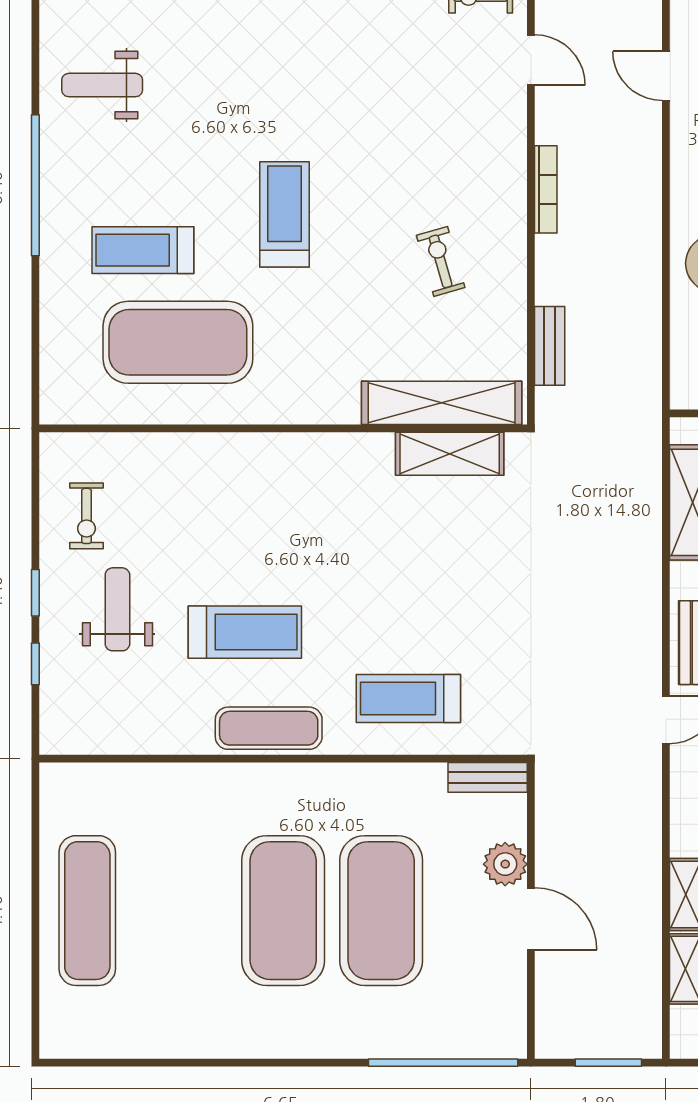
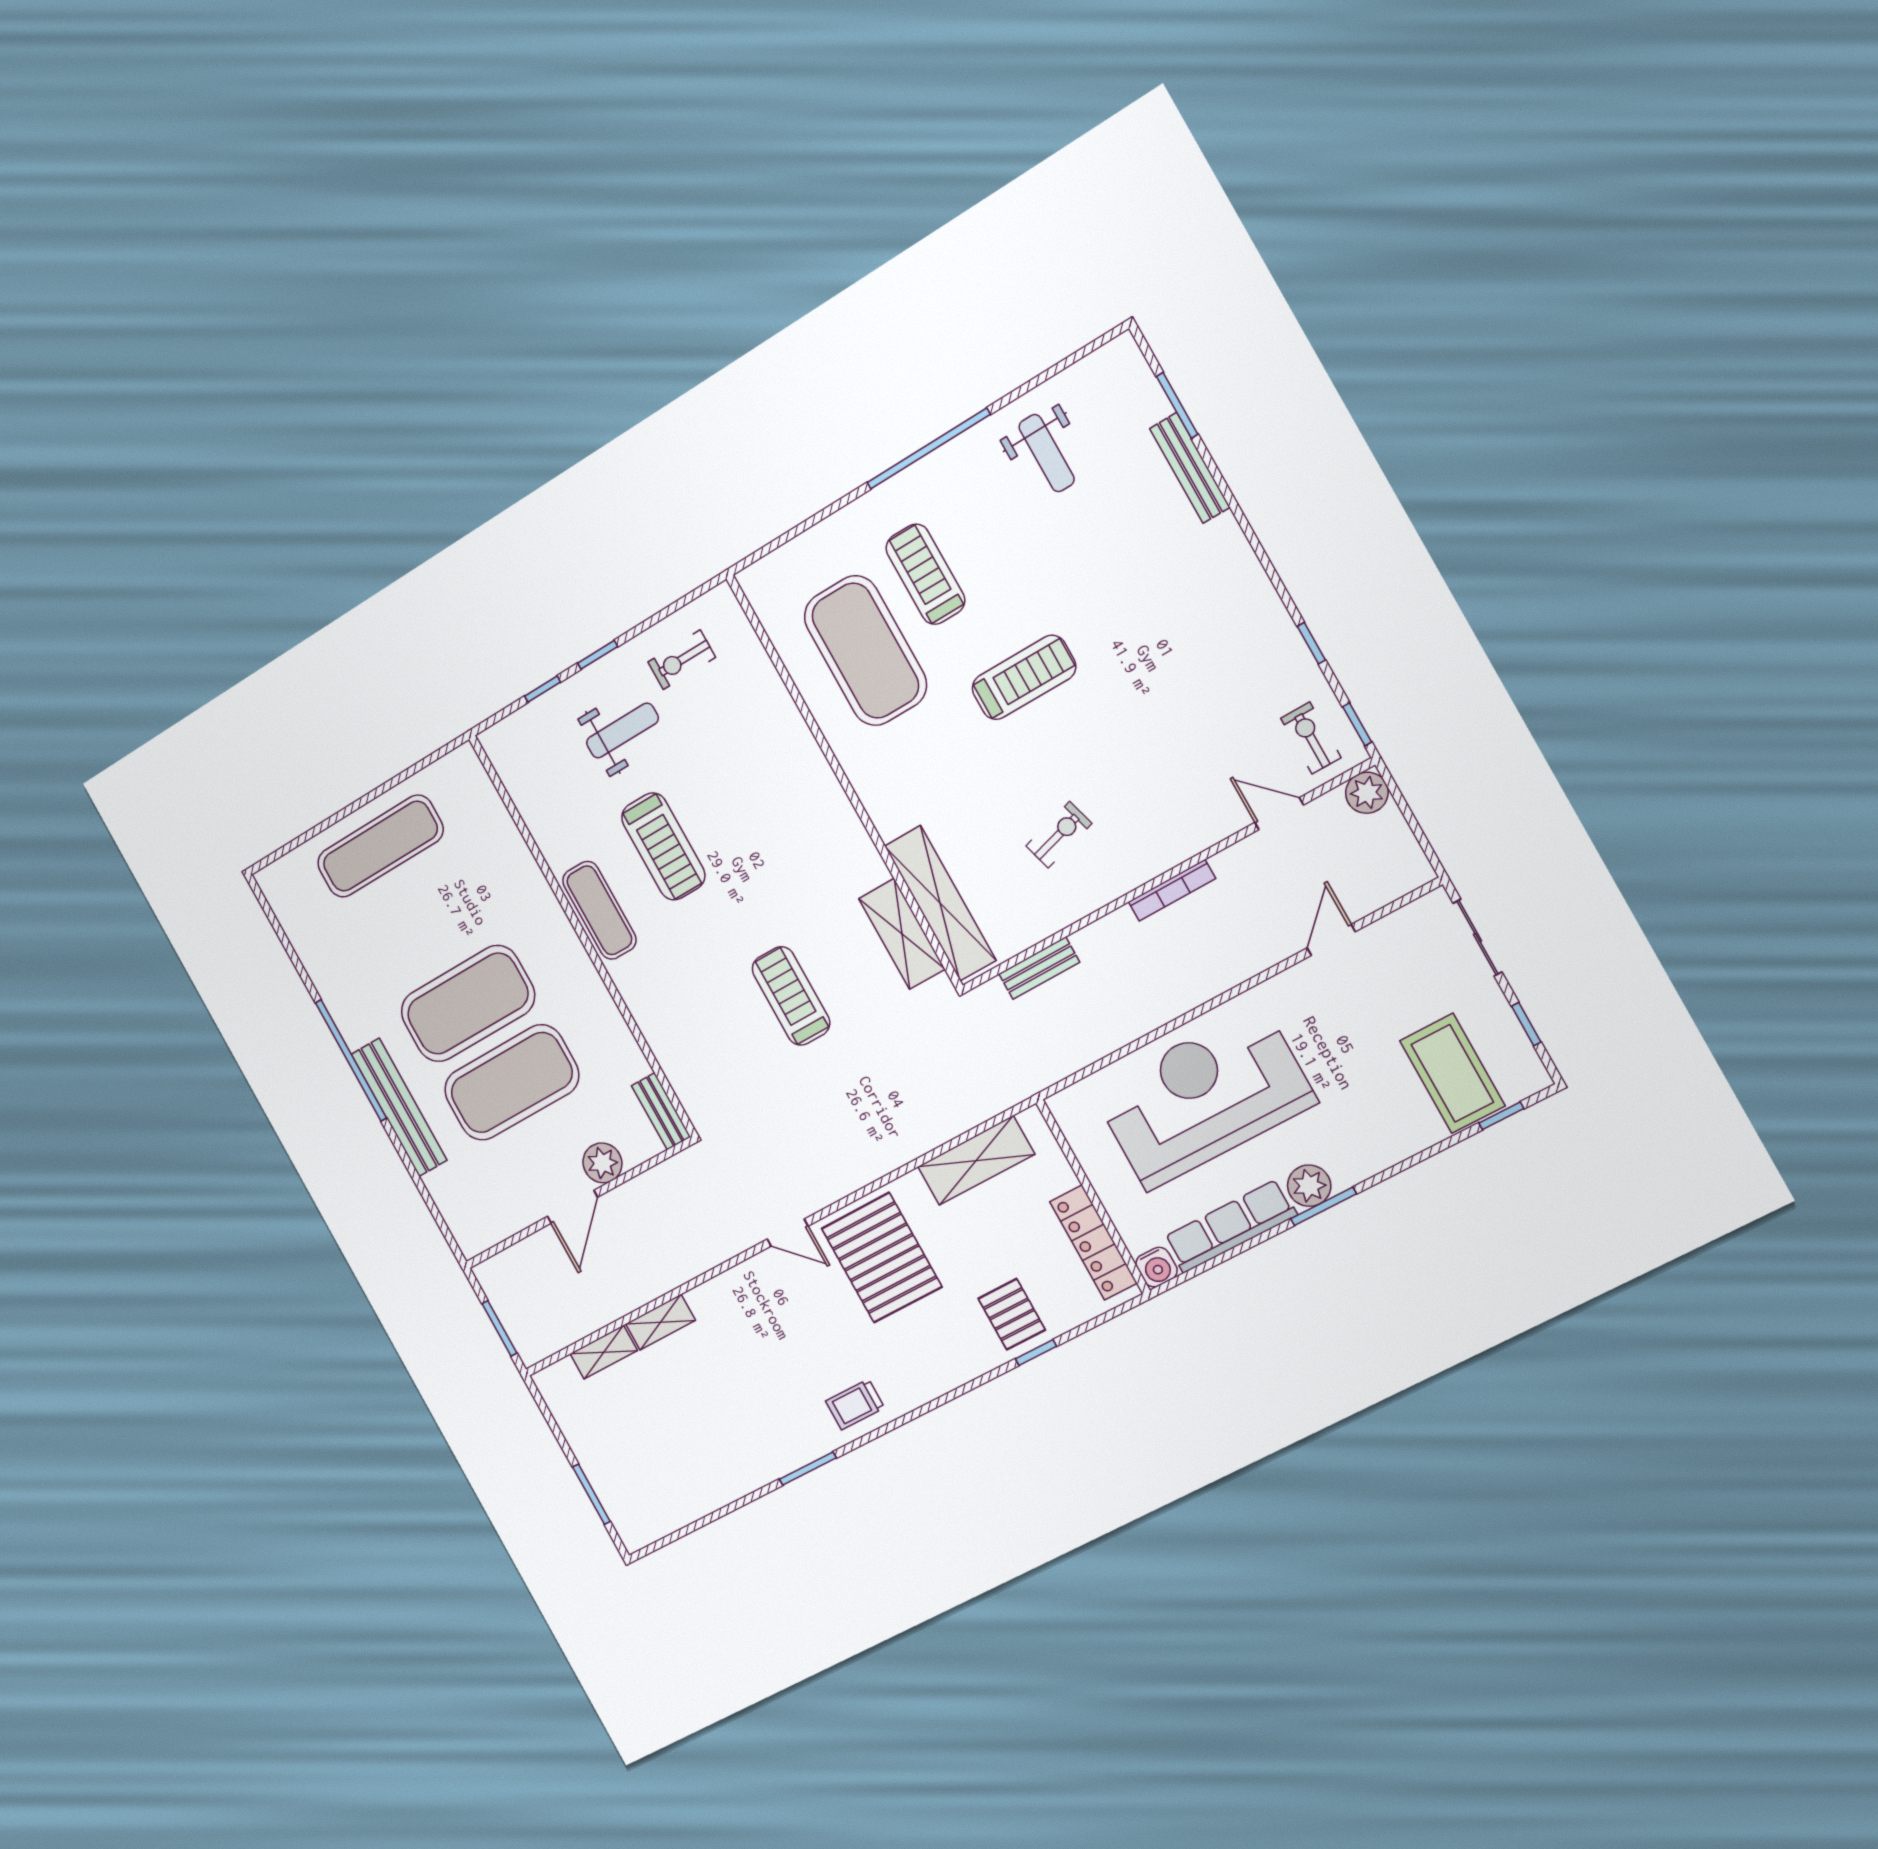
door: (531, 60) -> (1279, 814), swing flipped
weight bench: (102, 85) -> (1047, 453), turned 180
treadmill: (408, 699) -> (791, 996), moved
bench: (343, 1040) -> (399, 1107), added
window: (443, 1063) -> (351, 1060), moved

